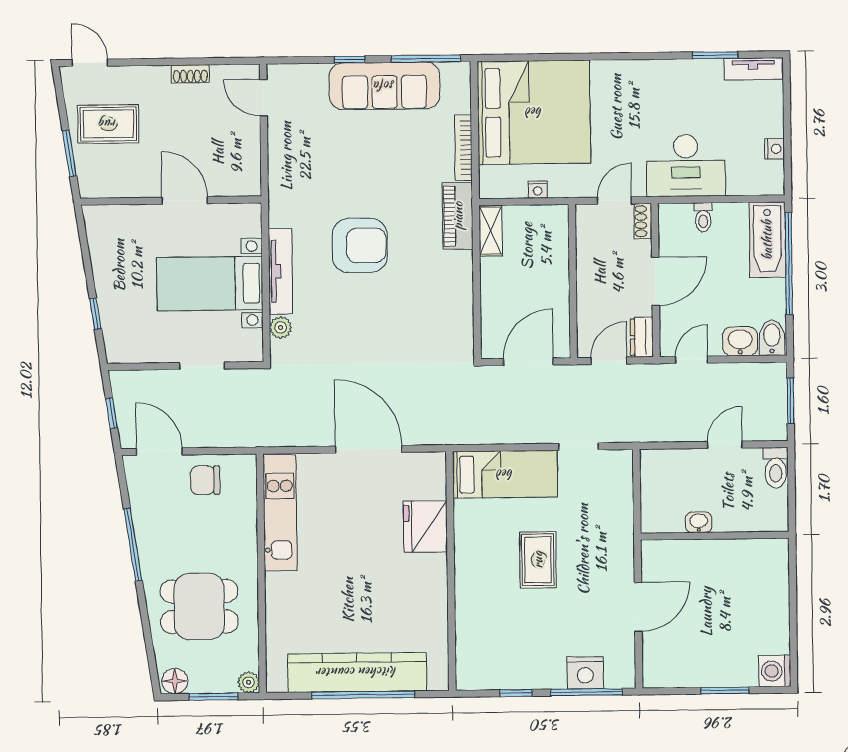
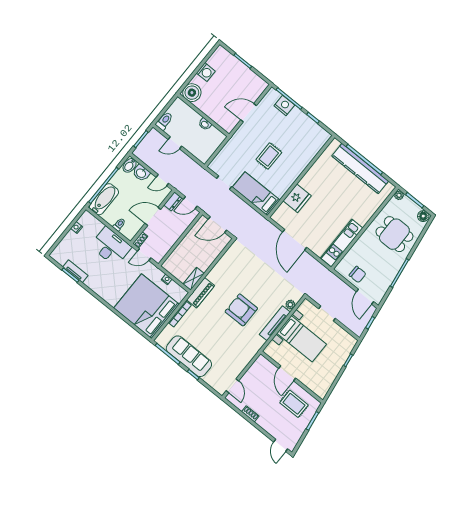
tv unit: (753, 69) -> (75, 271), moved
rug: (108, 124) -> (294, 404), moved
boiler: (768, 559) -> (192, 93), added
washing machine: (775, 671) -> (206, 72), moved

